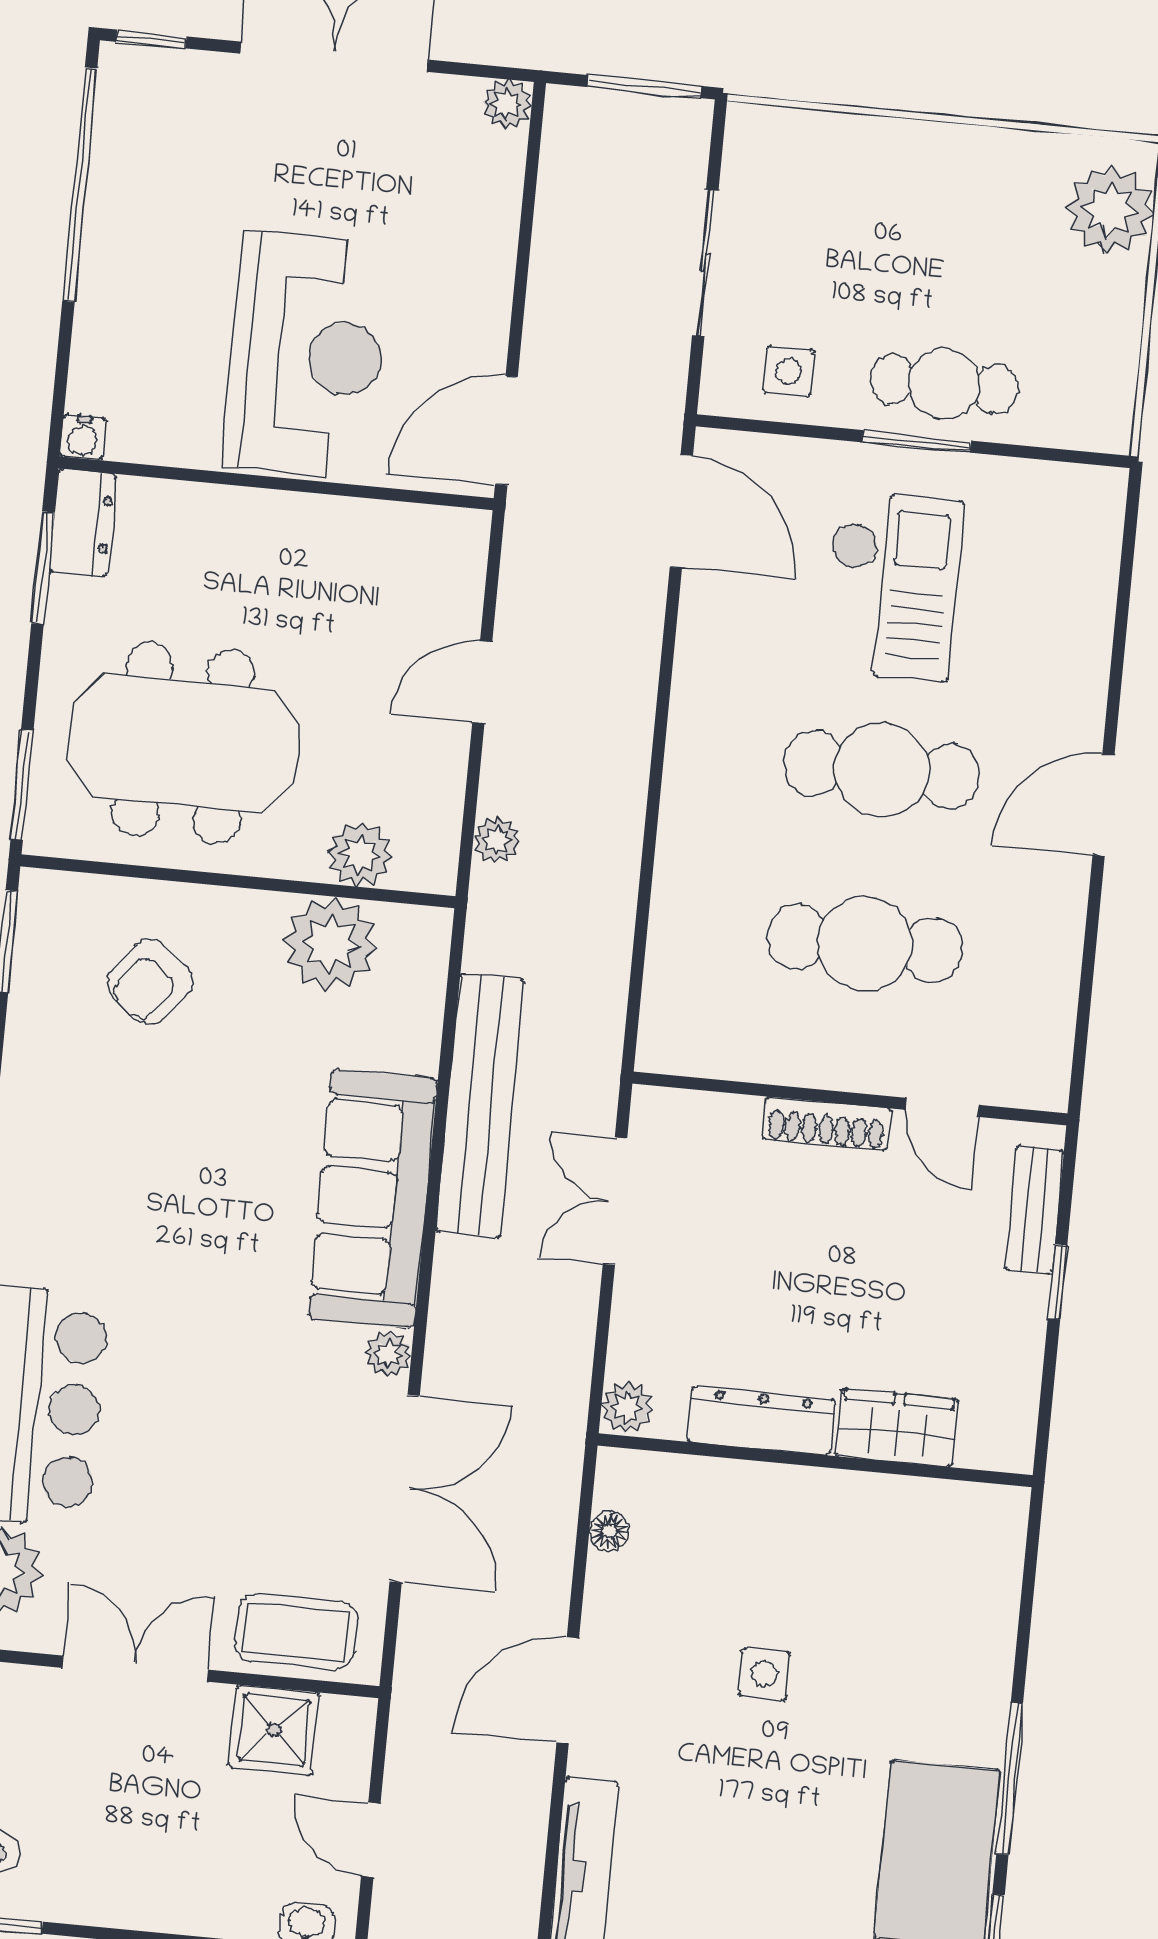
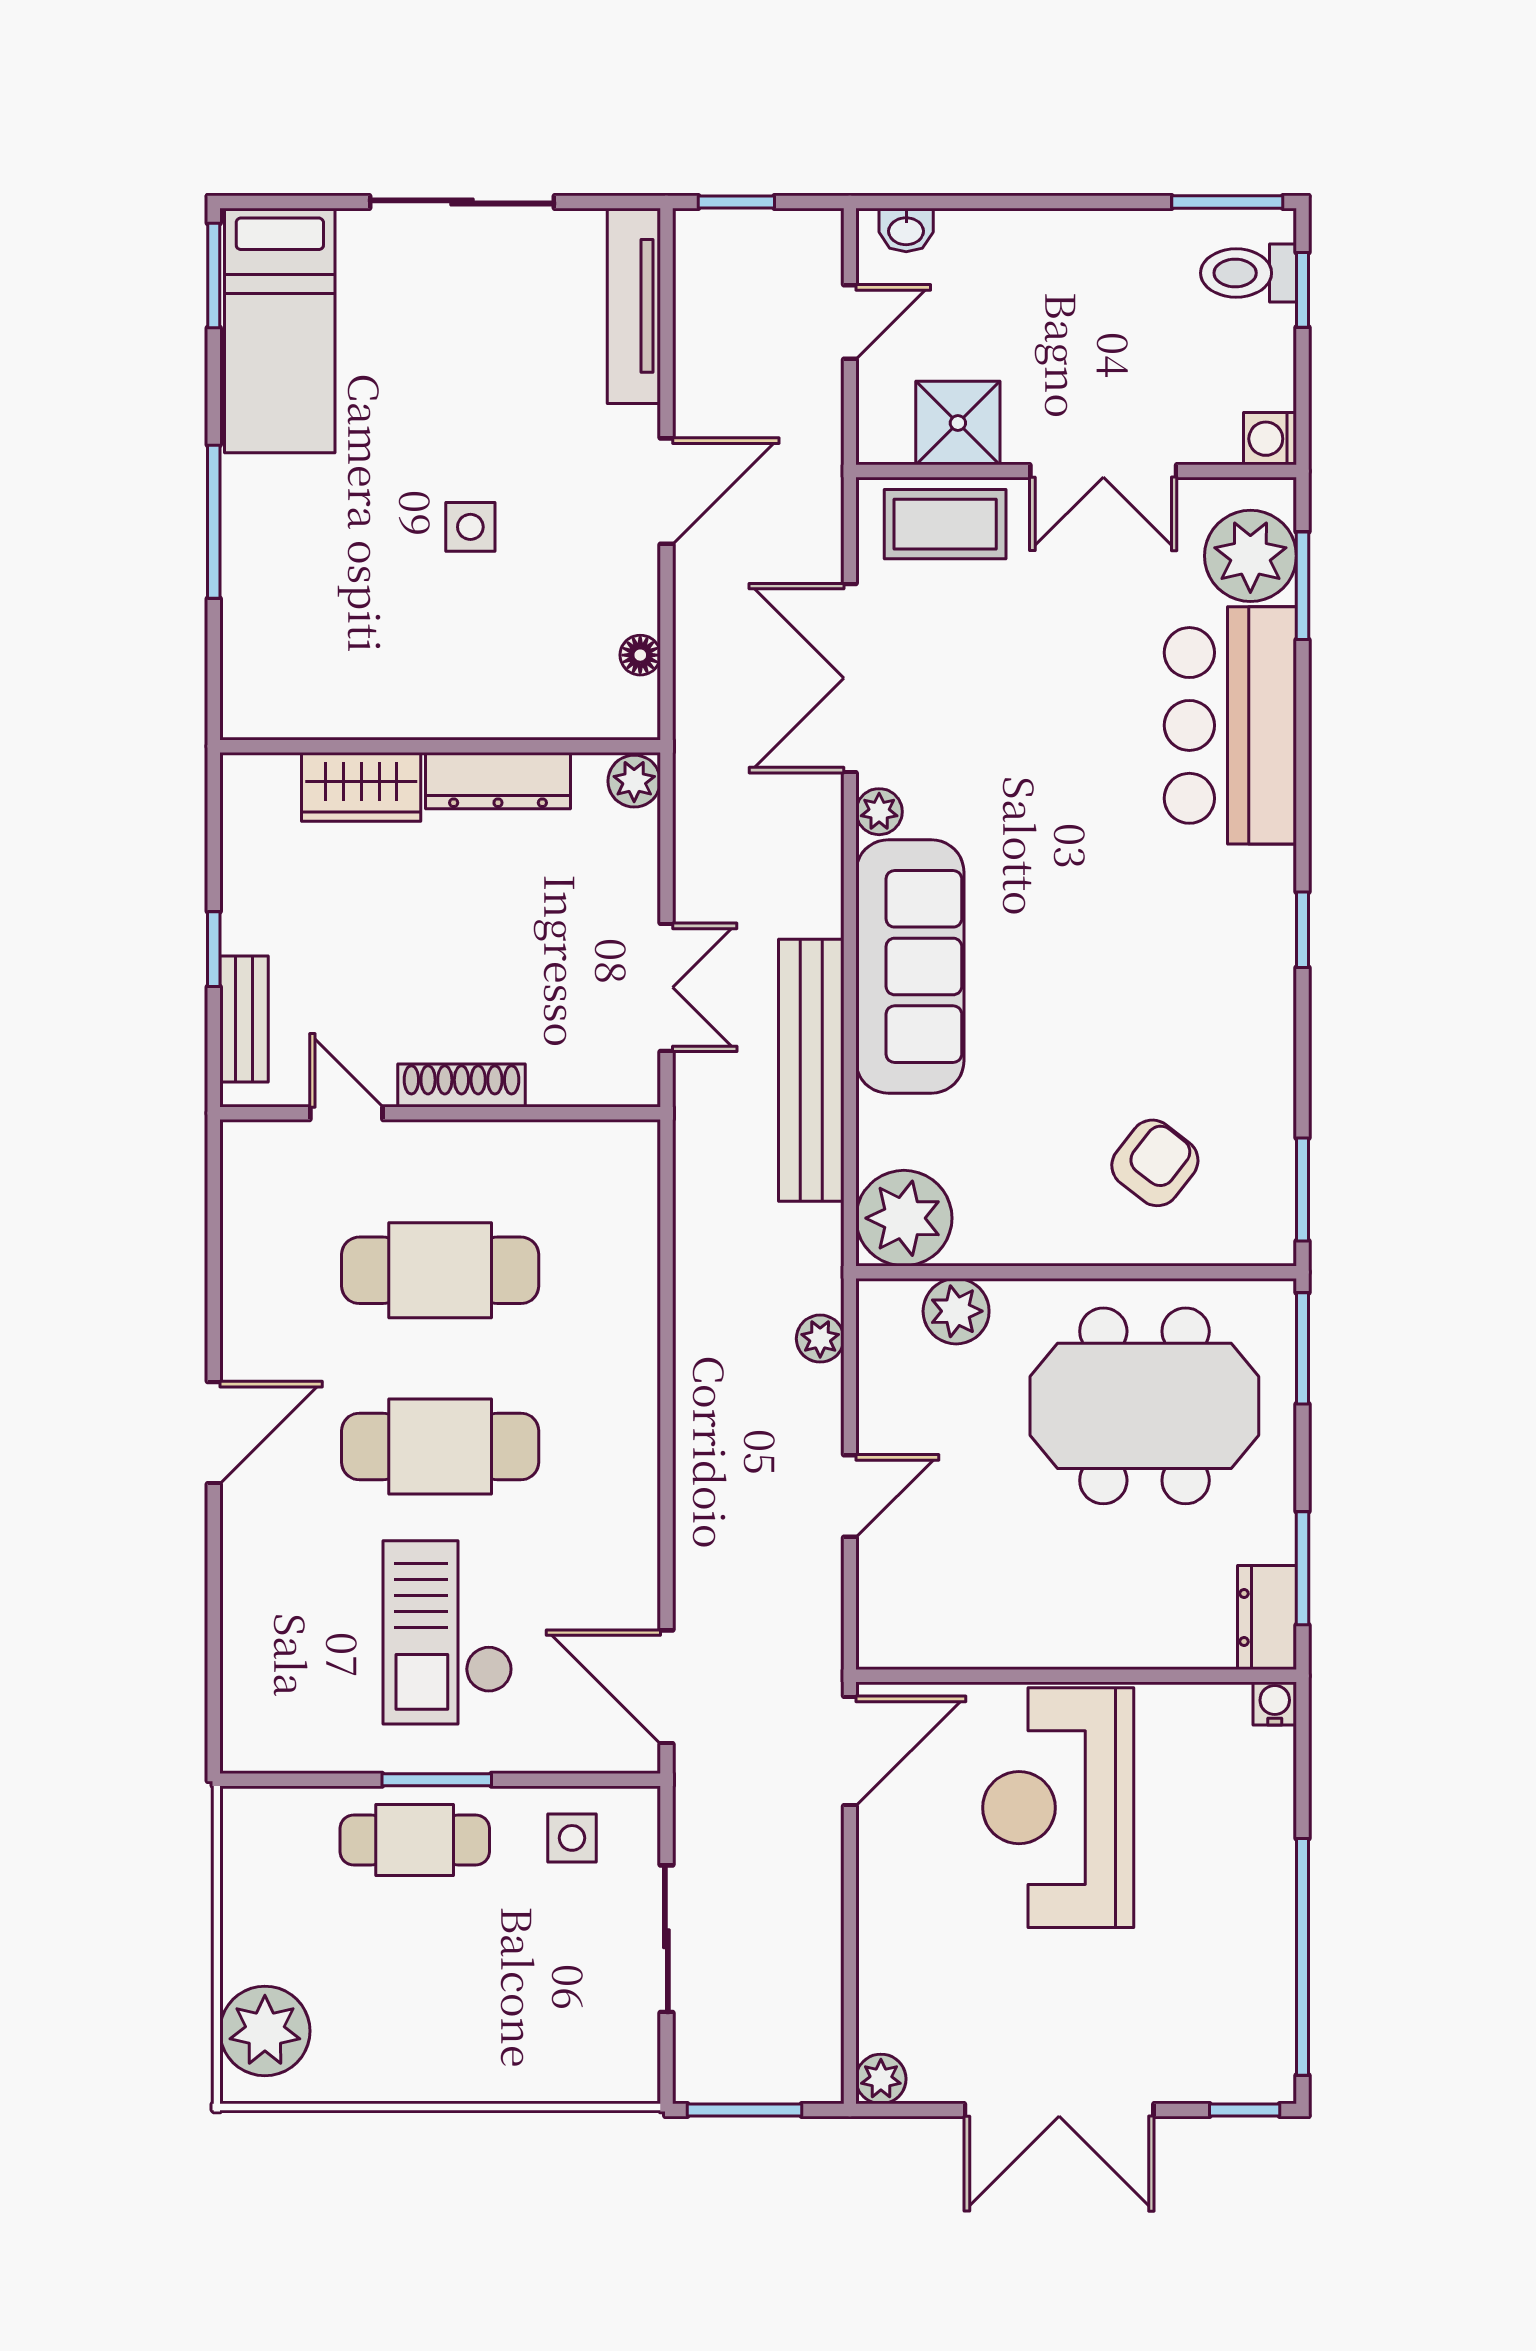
plant: (330, 944) -> (904, 1218), moved
window: (1010, 1779) -> (214, 522), moved
door: (371, 1840) -> (850, 322), hinge flipped

